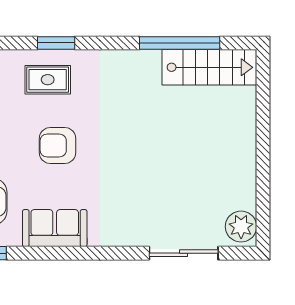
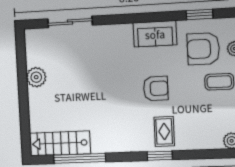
rug: (48, 80) -> (164, 131), turned 90
plant: (241, 227) -> (36, 77), moved

